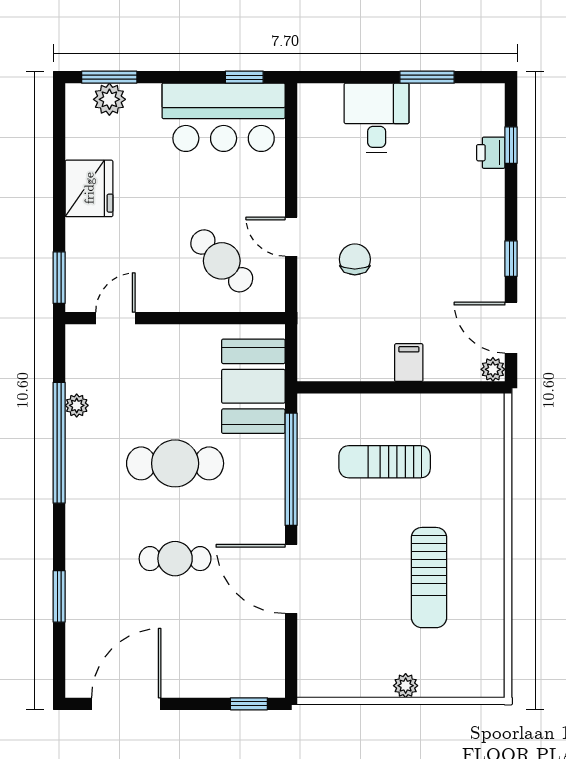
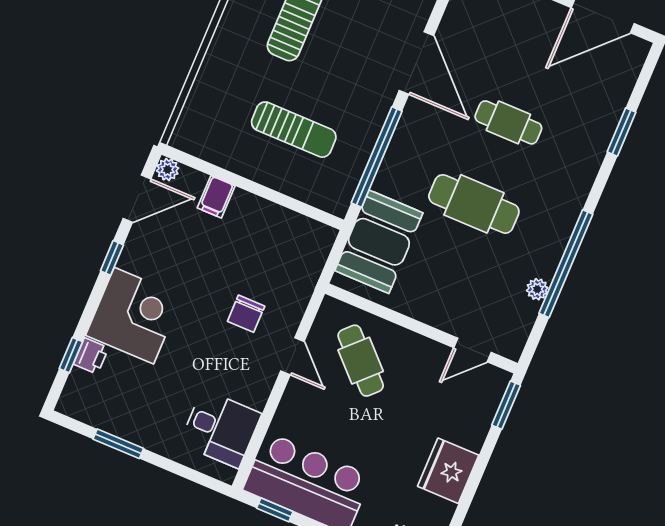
desk: (377, 118) -> (221, 429), moved, turned -90
corner desk: (465, 211) -> (134, 316), added
door: (511, 328) -> (137, 199), hinge flipped
filing cabinet: (409, 363) -> (216, 197), moved

